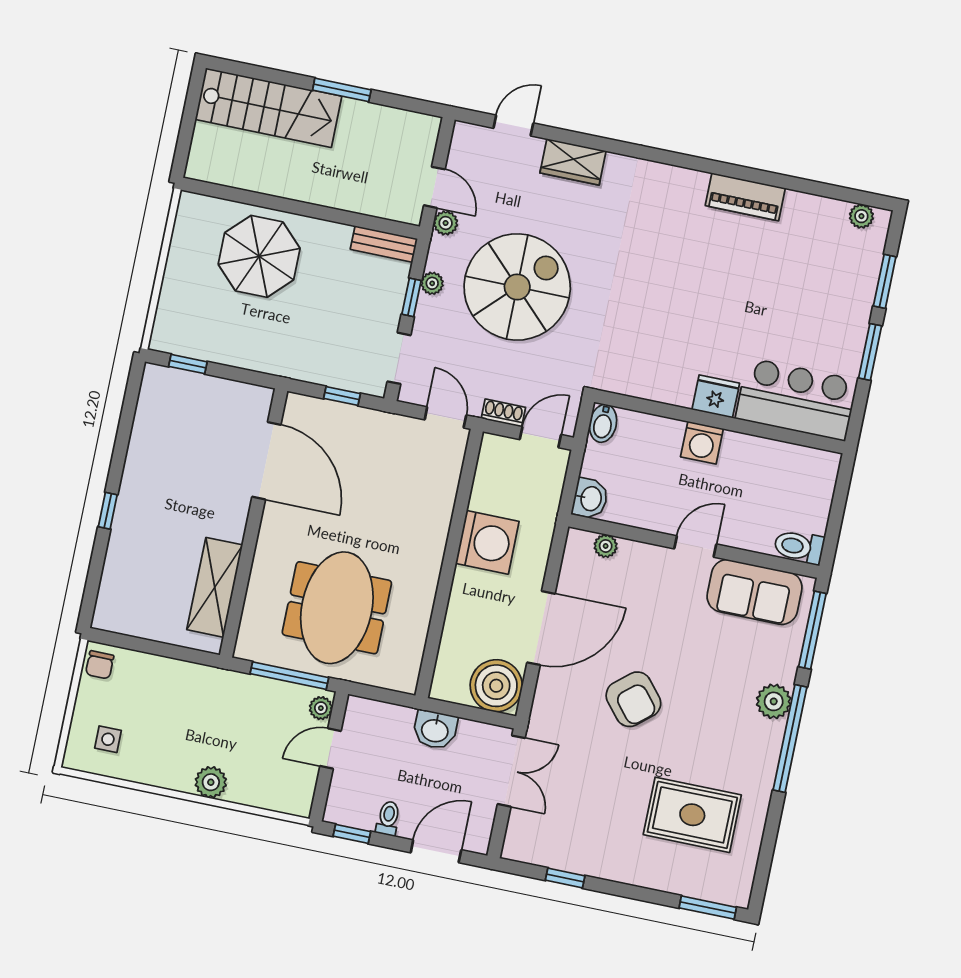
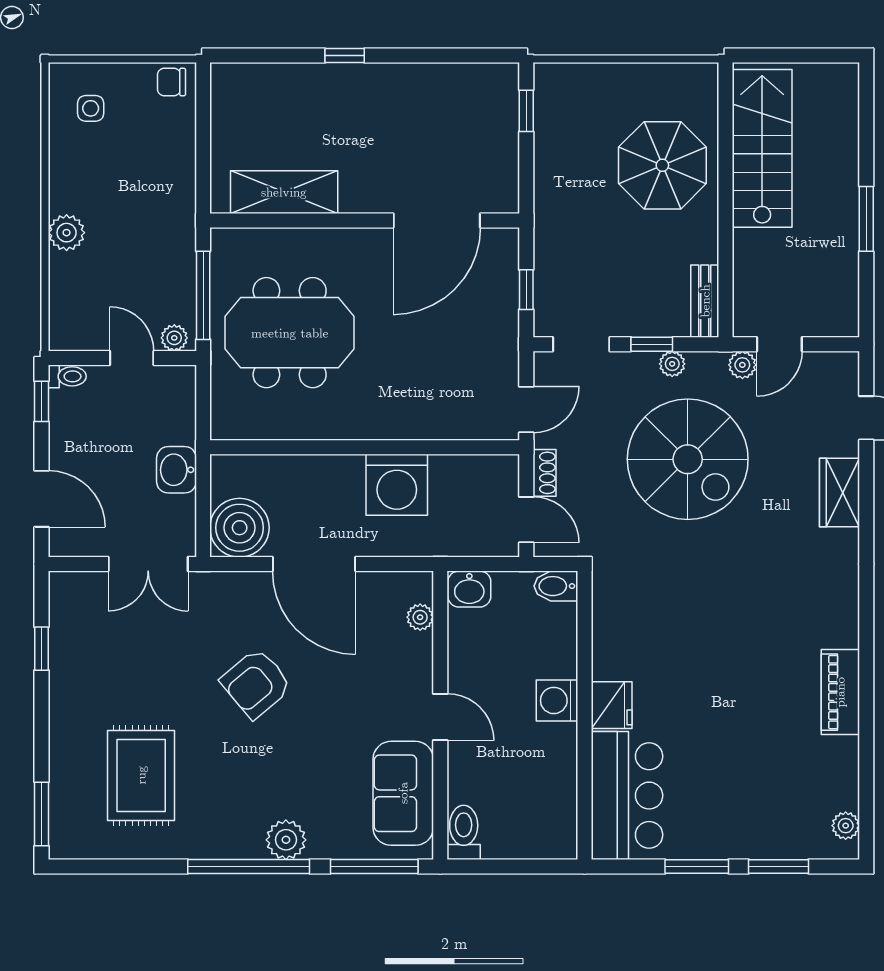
stairs: (268, 108) -> (762, 148), moved, turned 180
toilet: (388, 818) -> (67, 376), moved

